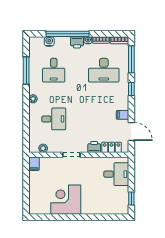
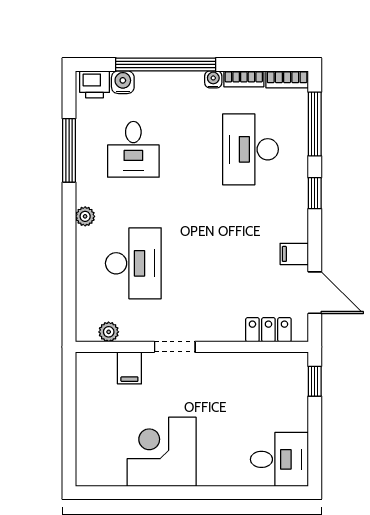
printer: (77, 42) -> (95, 84), moved
desk: (104, 70) -> (250, 149), turned 90
desk: (54, 119) -> (133, 263), width x1.37
printer: (94, 147) -> (228, 329), removed
filing cabinet: (34, 164) -> (129, 368), moved
desk: (116, 174) -> (279, 459), moved
window: (131, 199) -> (315, 381), moved

